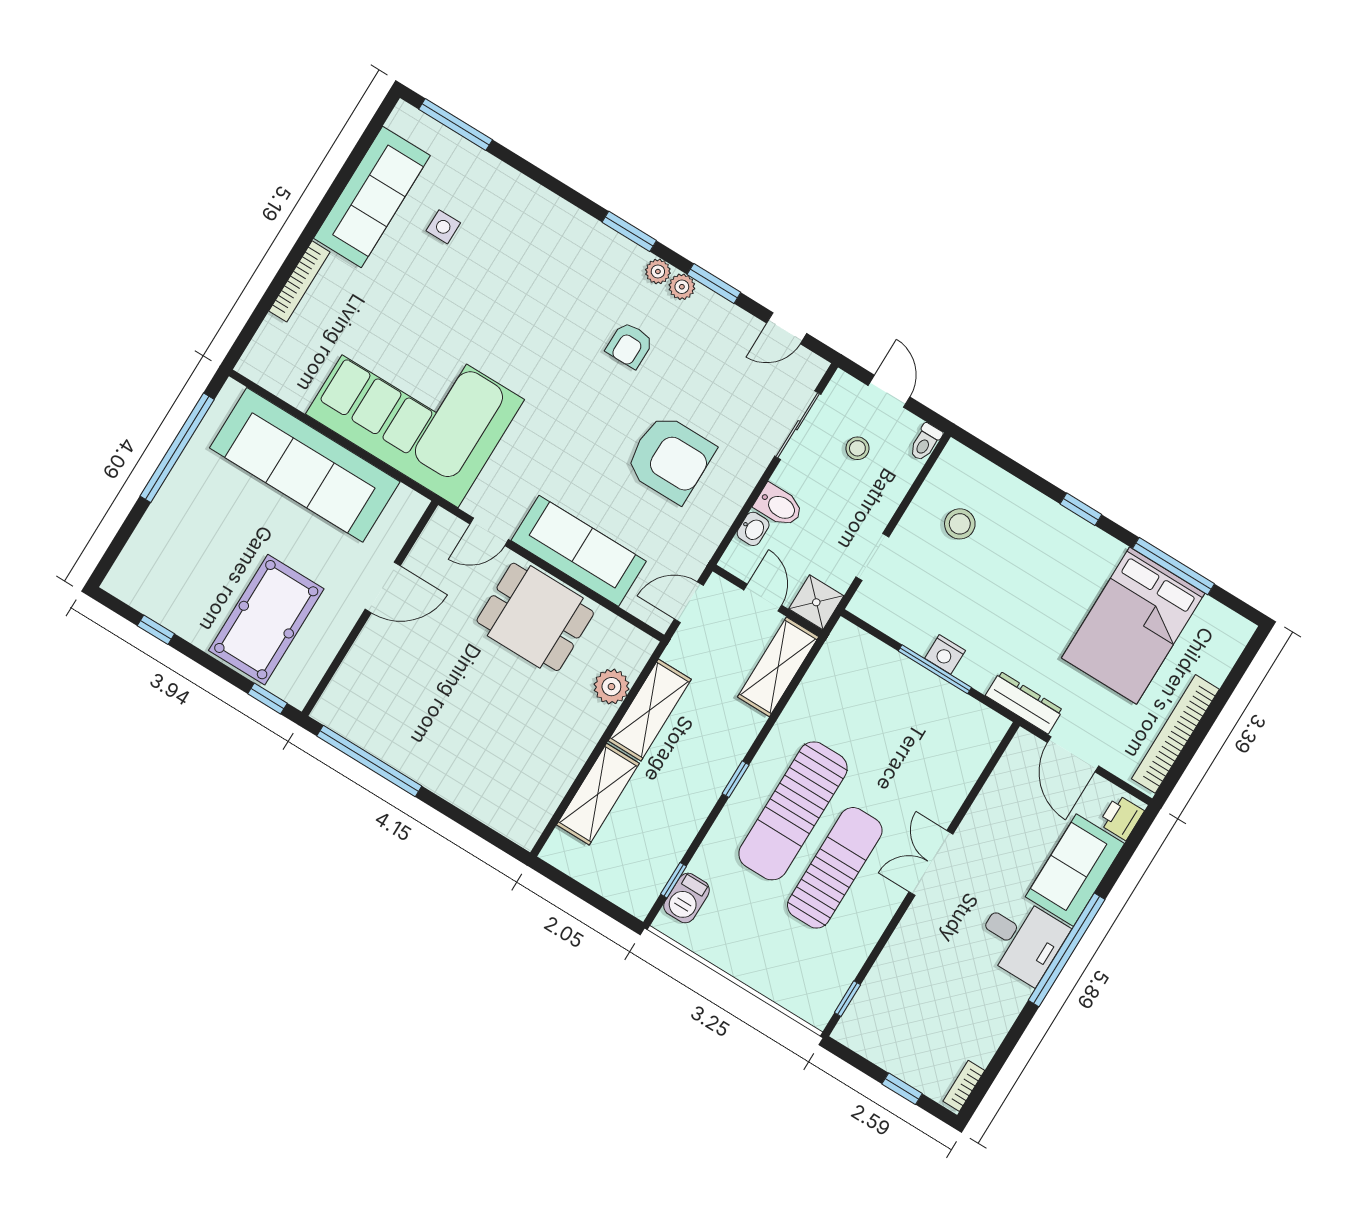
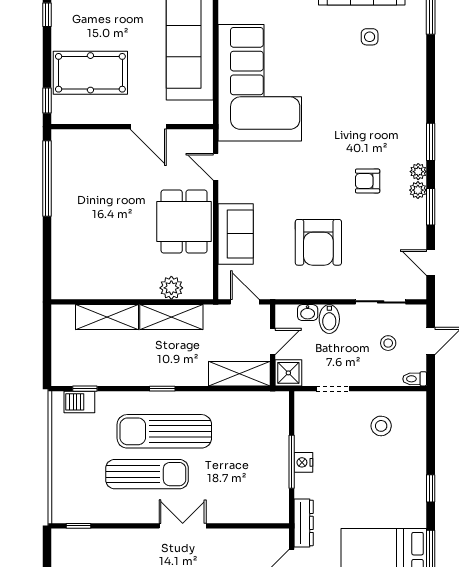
sofa: (579, 551) -> (236, 234), width x0.73

